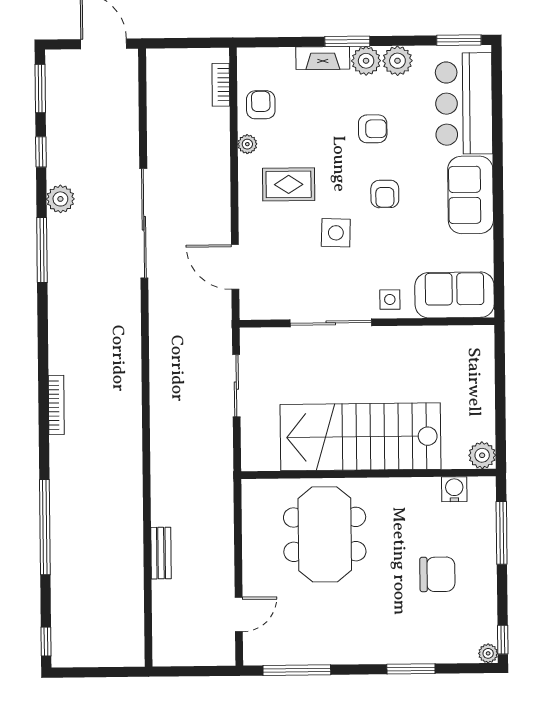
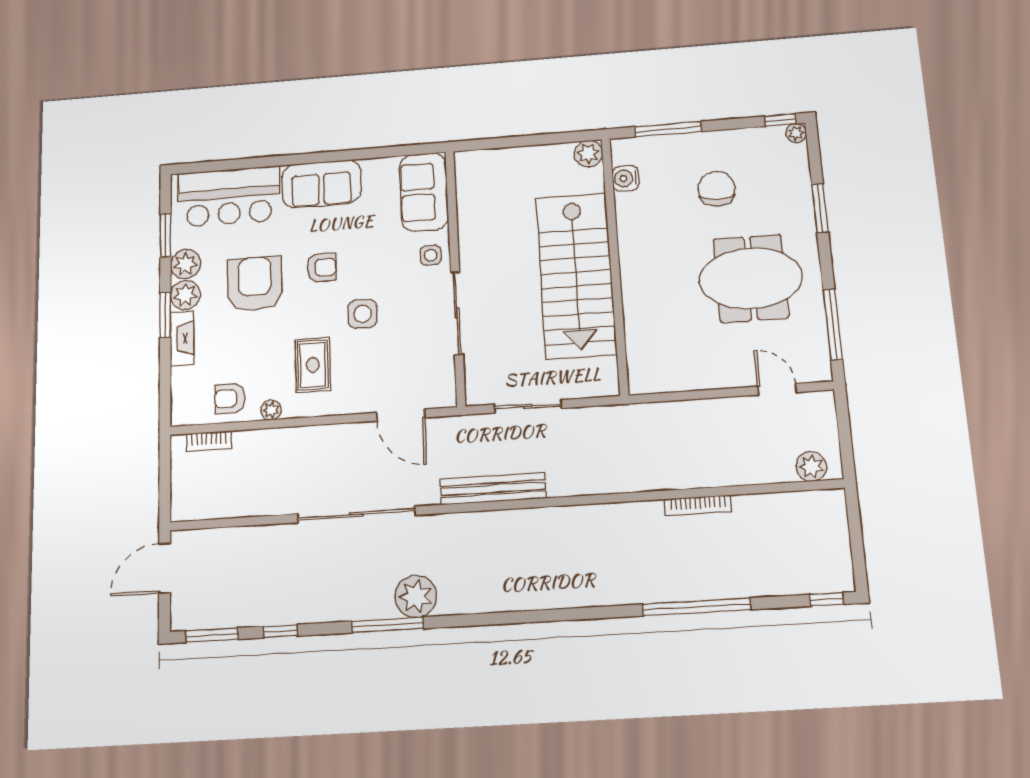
window: (459, 40) -> (165, 235), moved
armchair: (373, 129) -> (255, 284), width x1.88, depth x1.88
plant: (60, 199) -> (416, 596), moved, width x1.36, depth x1.36
door: (235, 267) -> (401, 415), hinge flipped
bookcase: (56, 405) -> (698, 505), moved, turned 180
meeting table: (325, 534) -> (751, 278), moved
bench: (161, 553) -> (493, 489), moved, width x1.86, depth x1.21
plant: (166, 639) -> (811, 466), added

